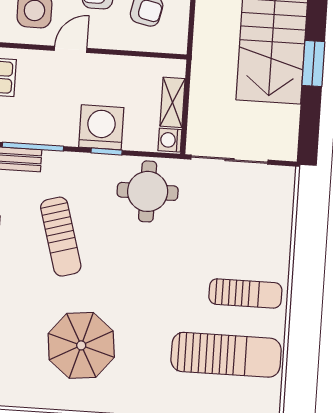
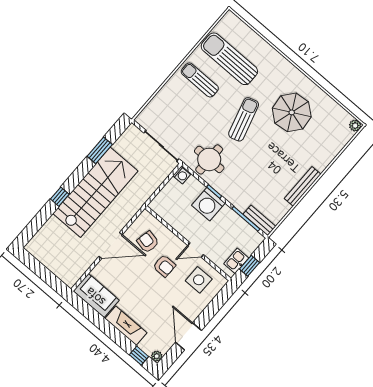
window: (313, 64) -> (100, 150), moved
shelving: (173, 102) -> (168, 191), removed
sun lounger: (61, 237) -> (244, 119), moved

